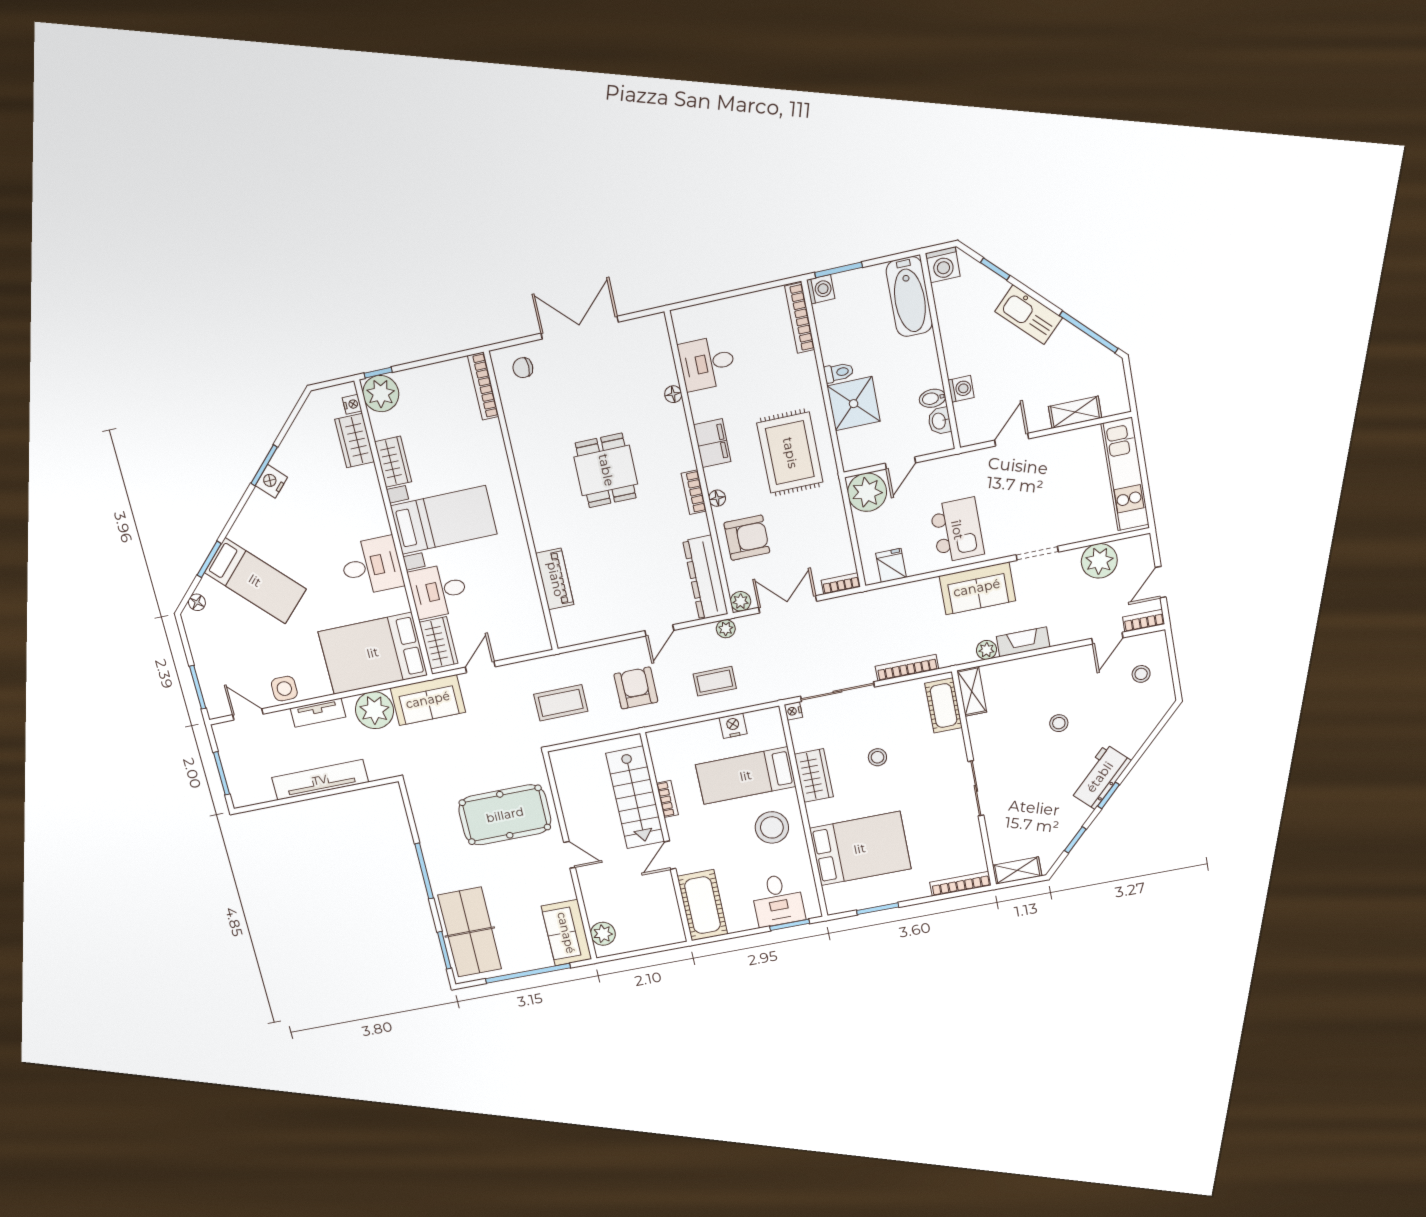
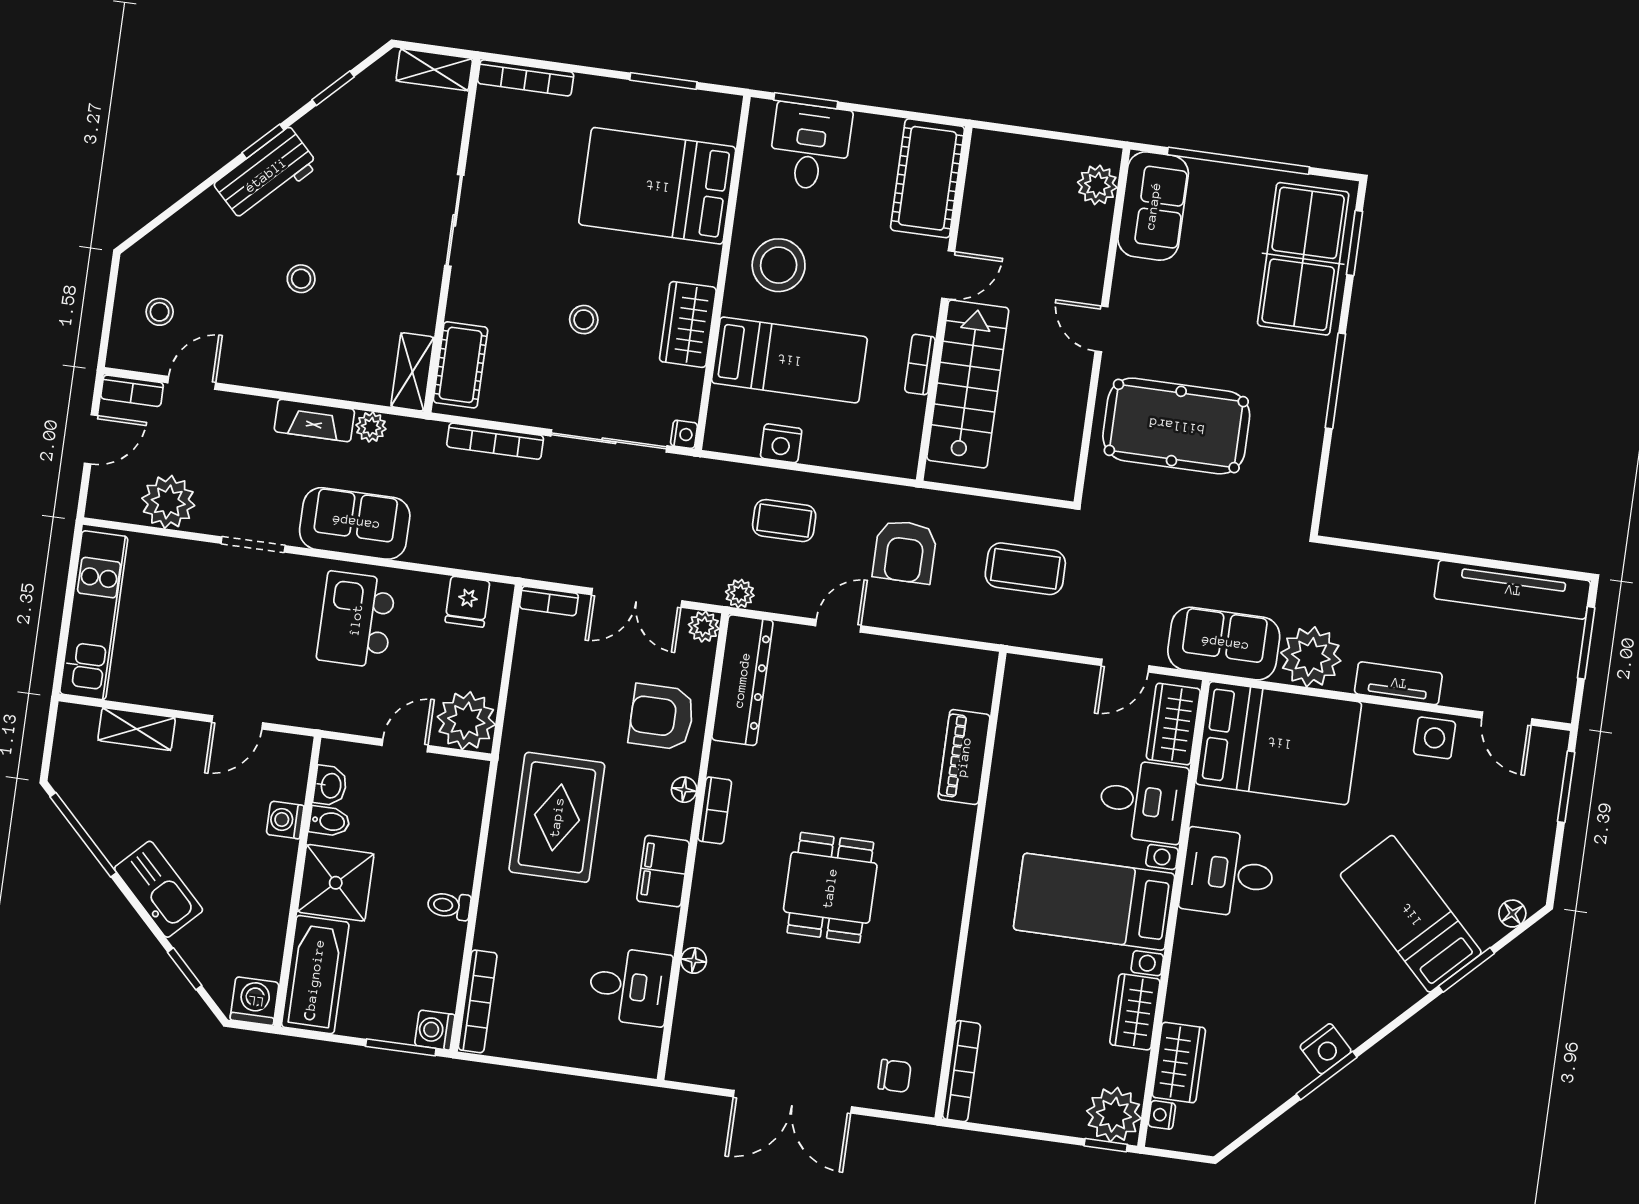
shower: (854, 404) -> (336, 883), moved
tv unit: (320, 780) -> (1512, 590), moved

